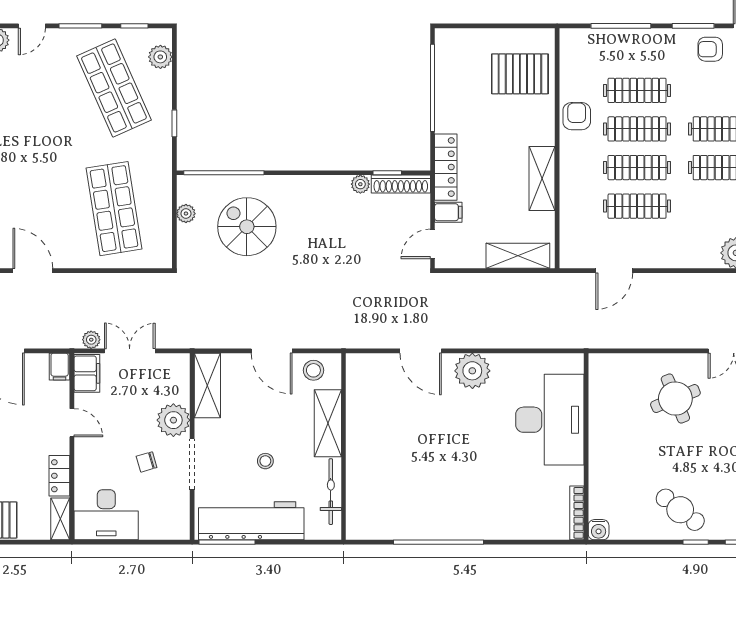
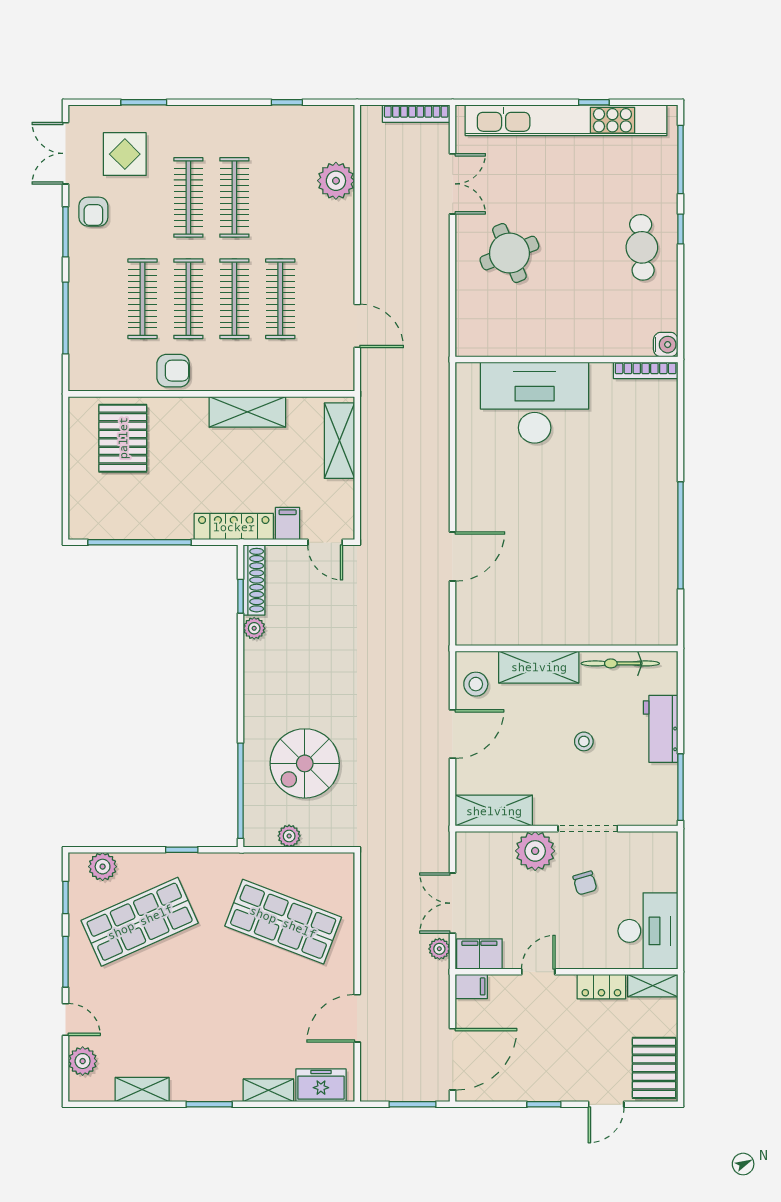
armchair: (577, 116) -> (173, 371), turned 180
shop shelf: (114, 209) -> (283, 922), turned 30
plant: (472, 371) -> (476, 495), removed
cafe table: (680, 510) -> (642, 247), turned -41
workbench: (251, 521) -> (661, 729), width x0.53, depth x0.76

